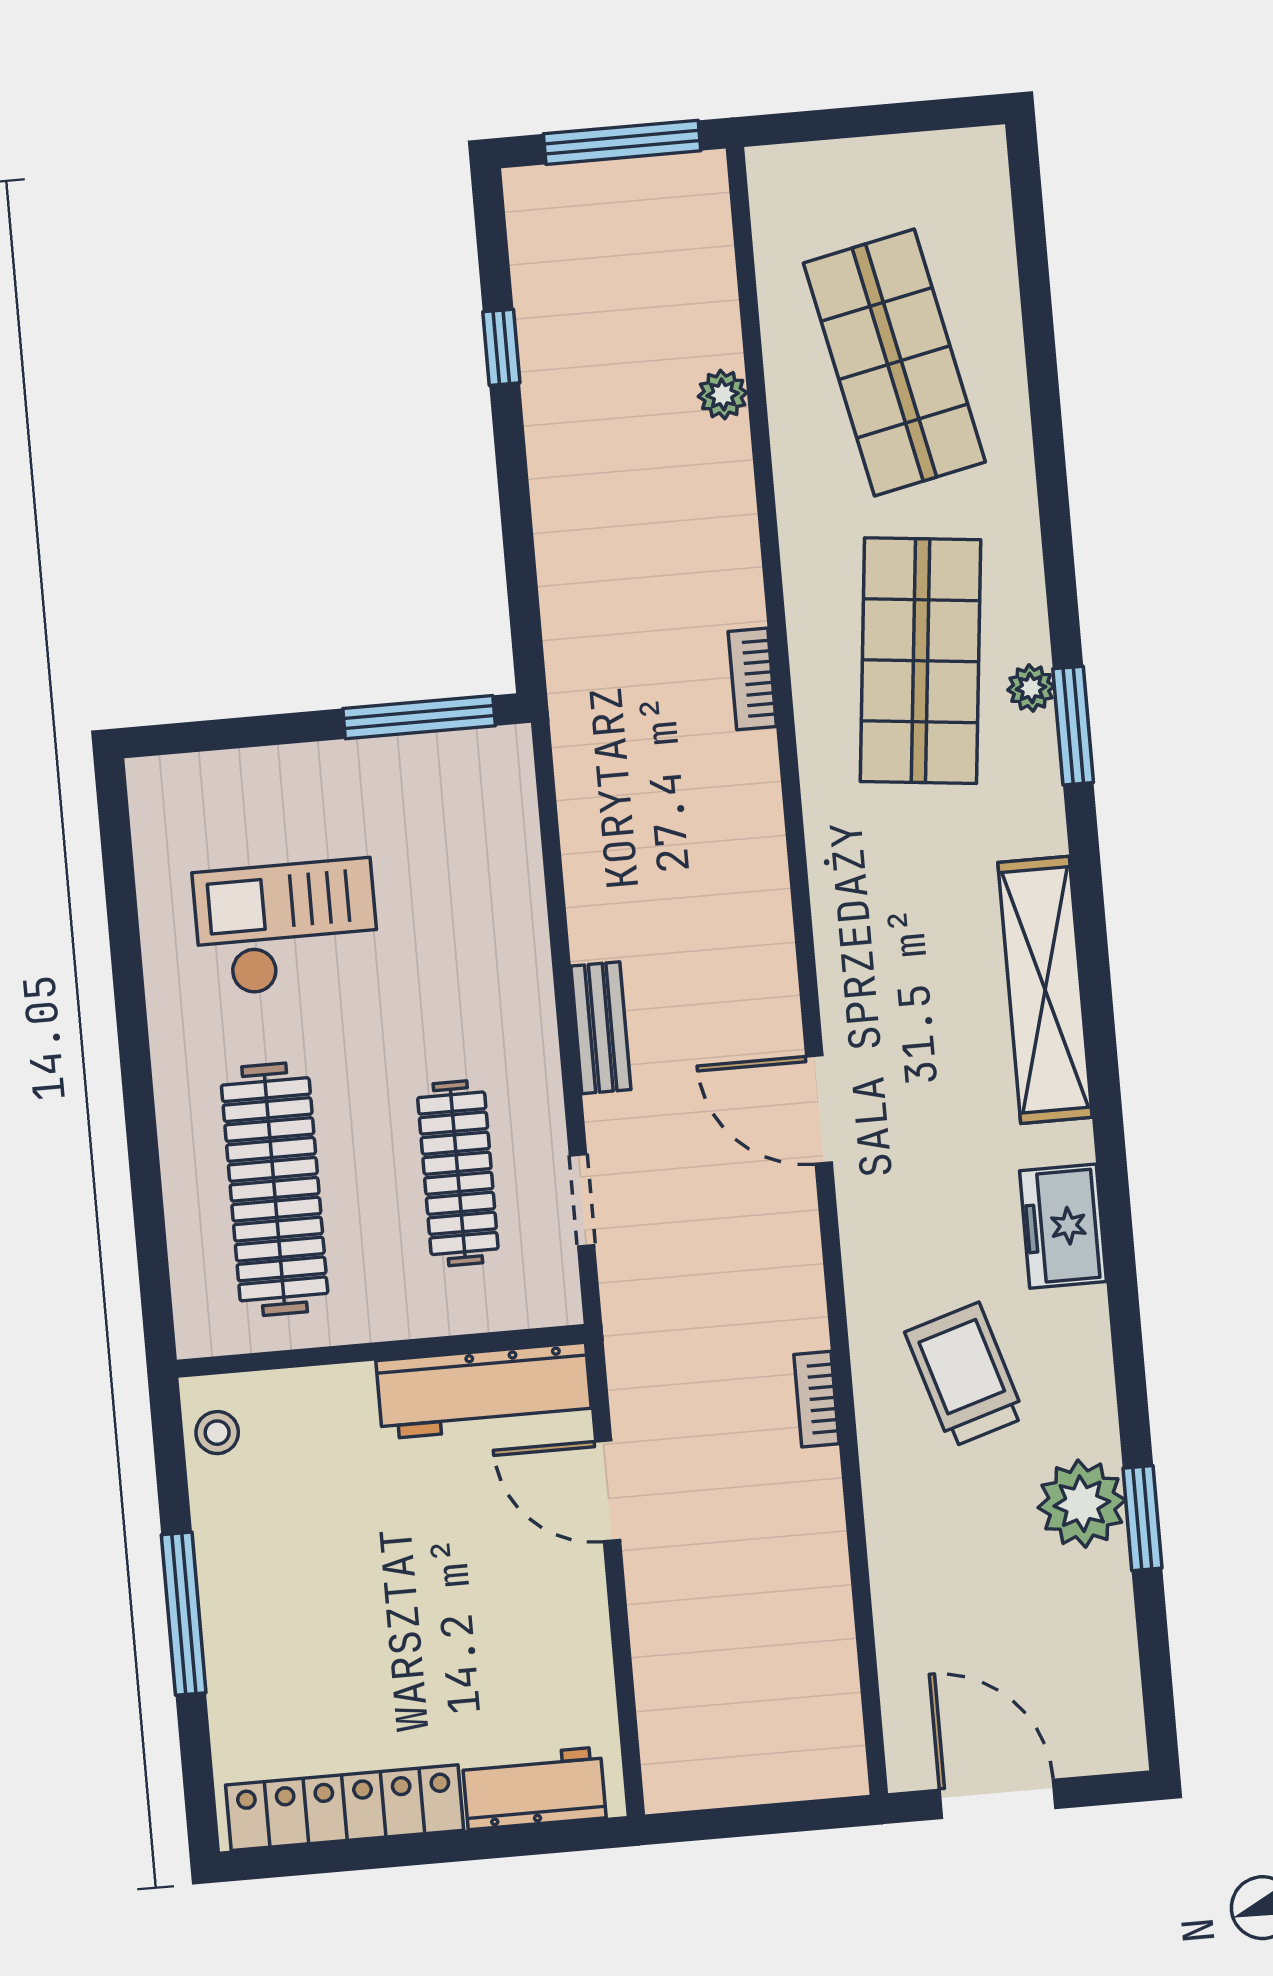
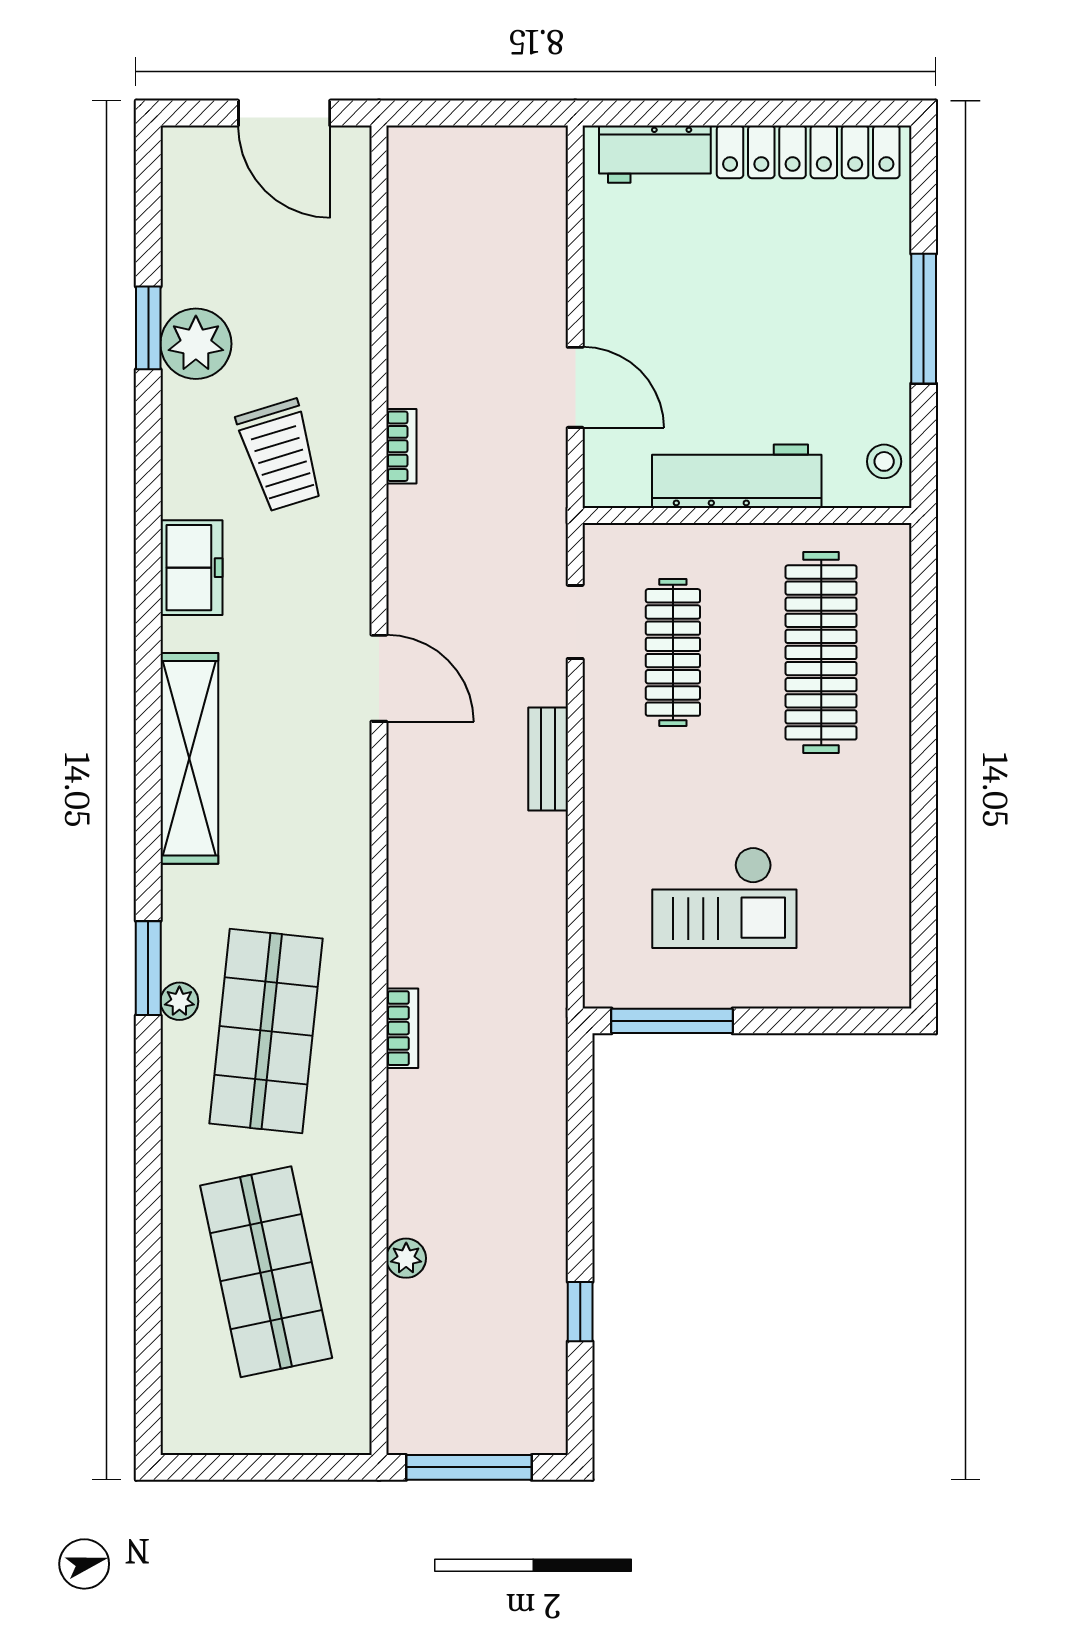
checkout: (286, 928) -> (724, 897), moved
workbench: (484, 1391) -> (737, 476), moved

